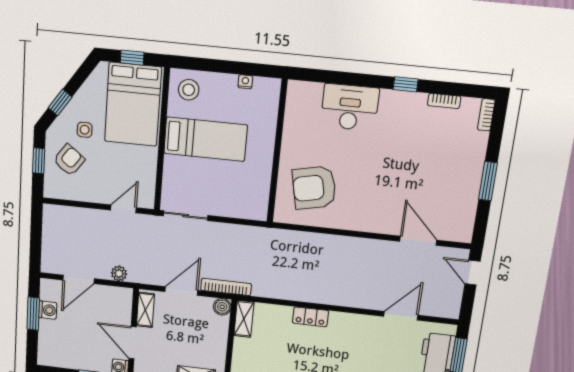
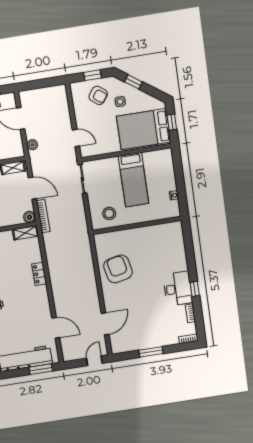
stool: (189, 90) -> (109, 213), moved
desk: (350, 107) -> (178, 289), moved
armchair: (314, 188) -> (118, 269), moved

